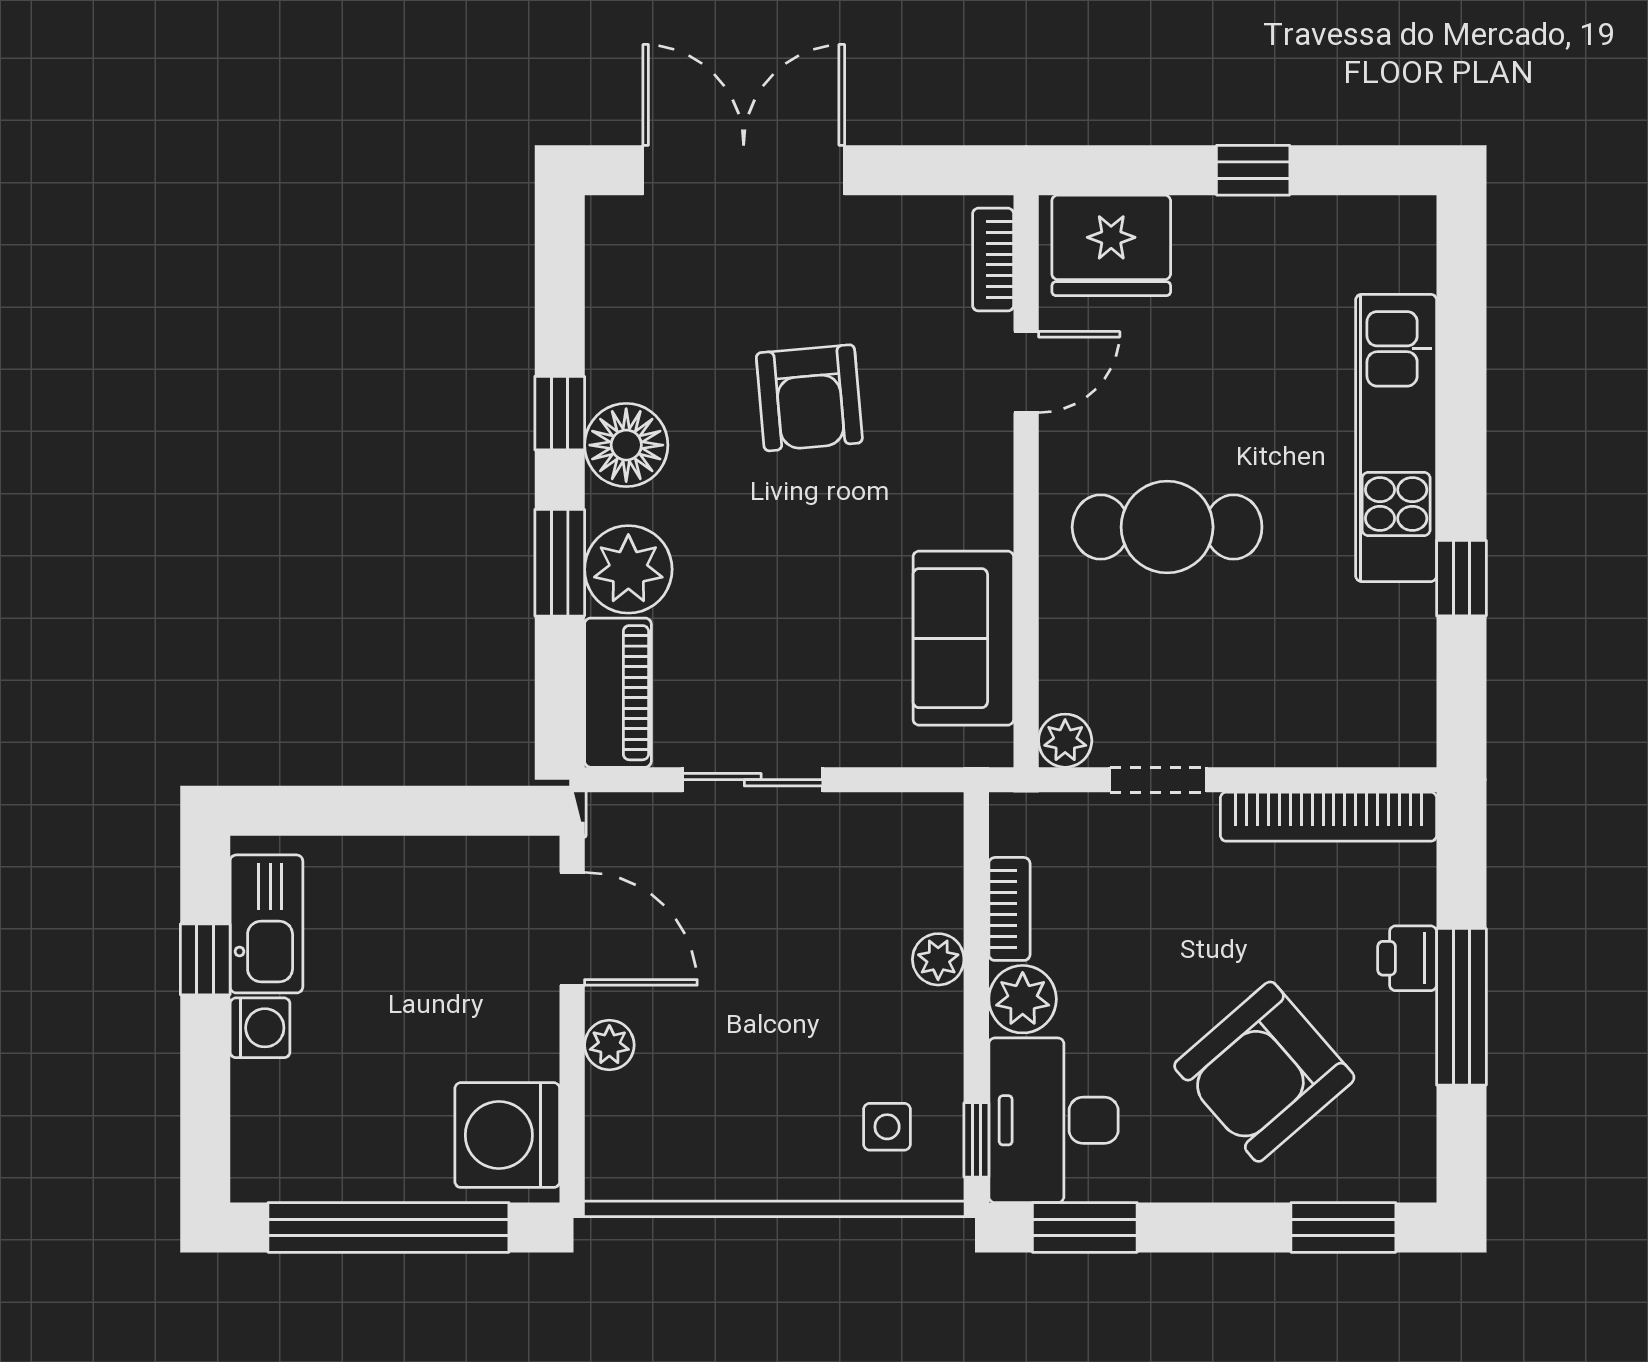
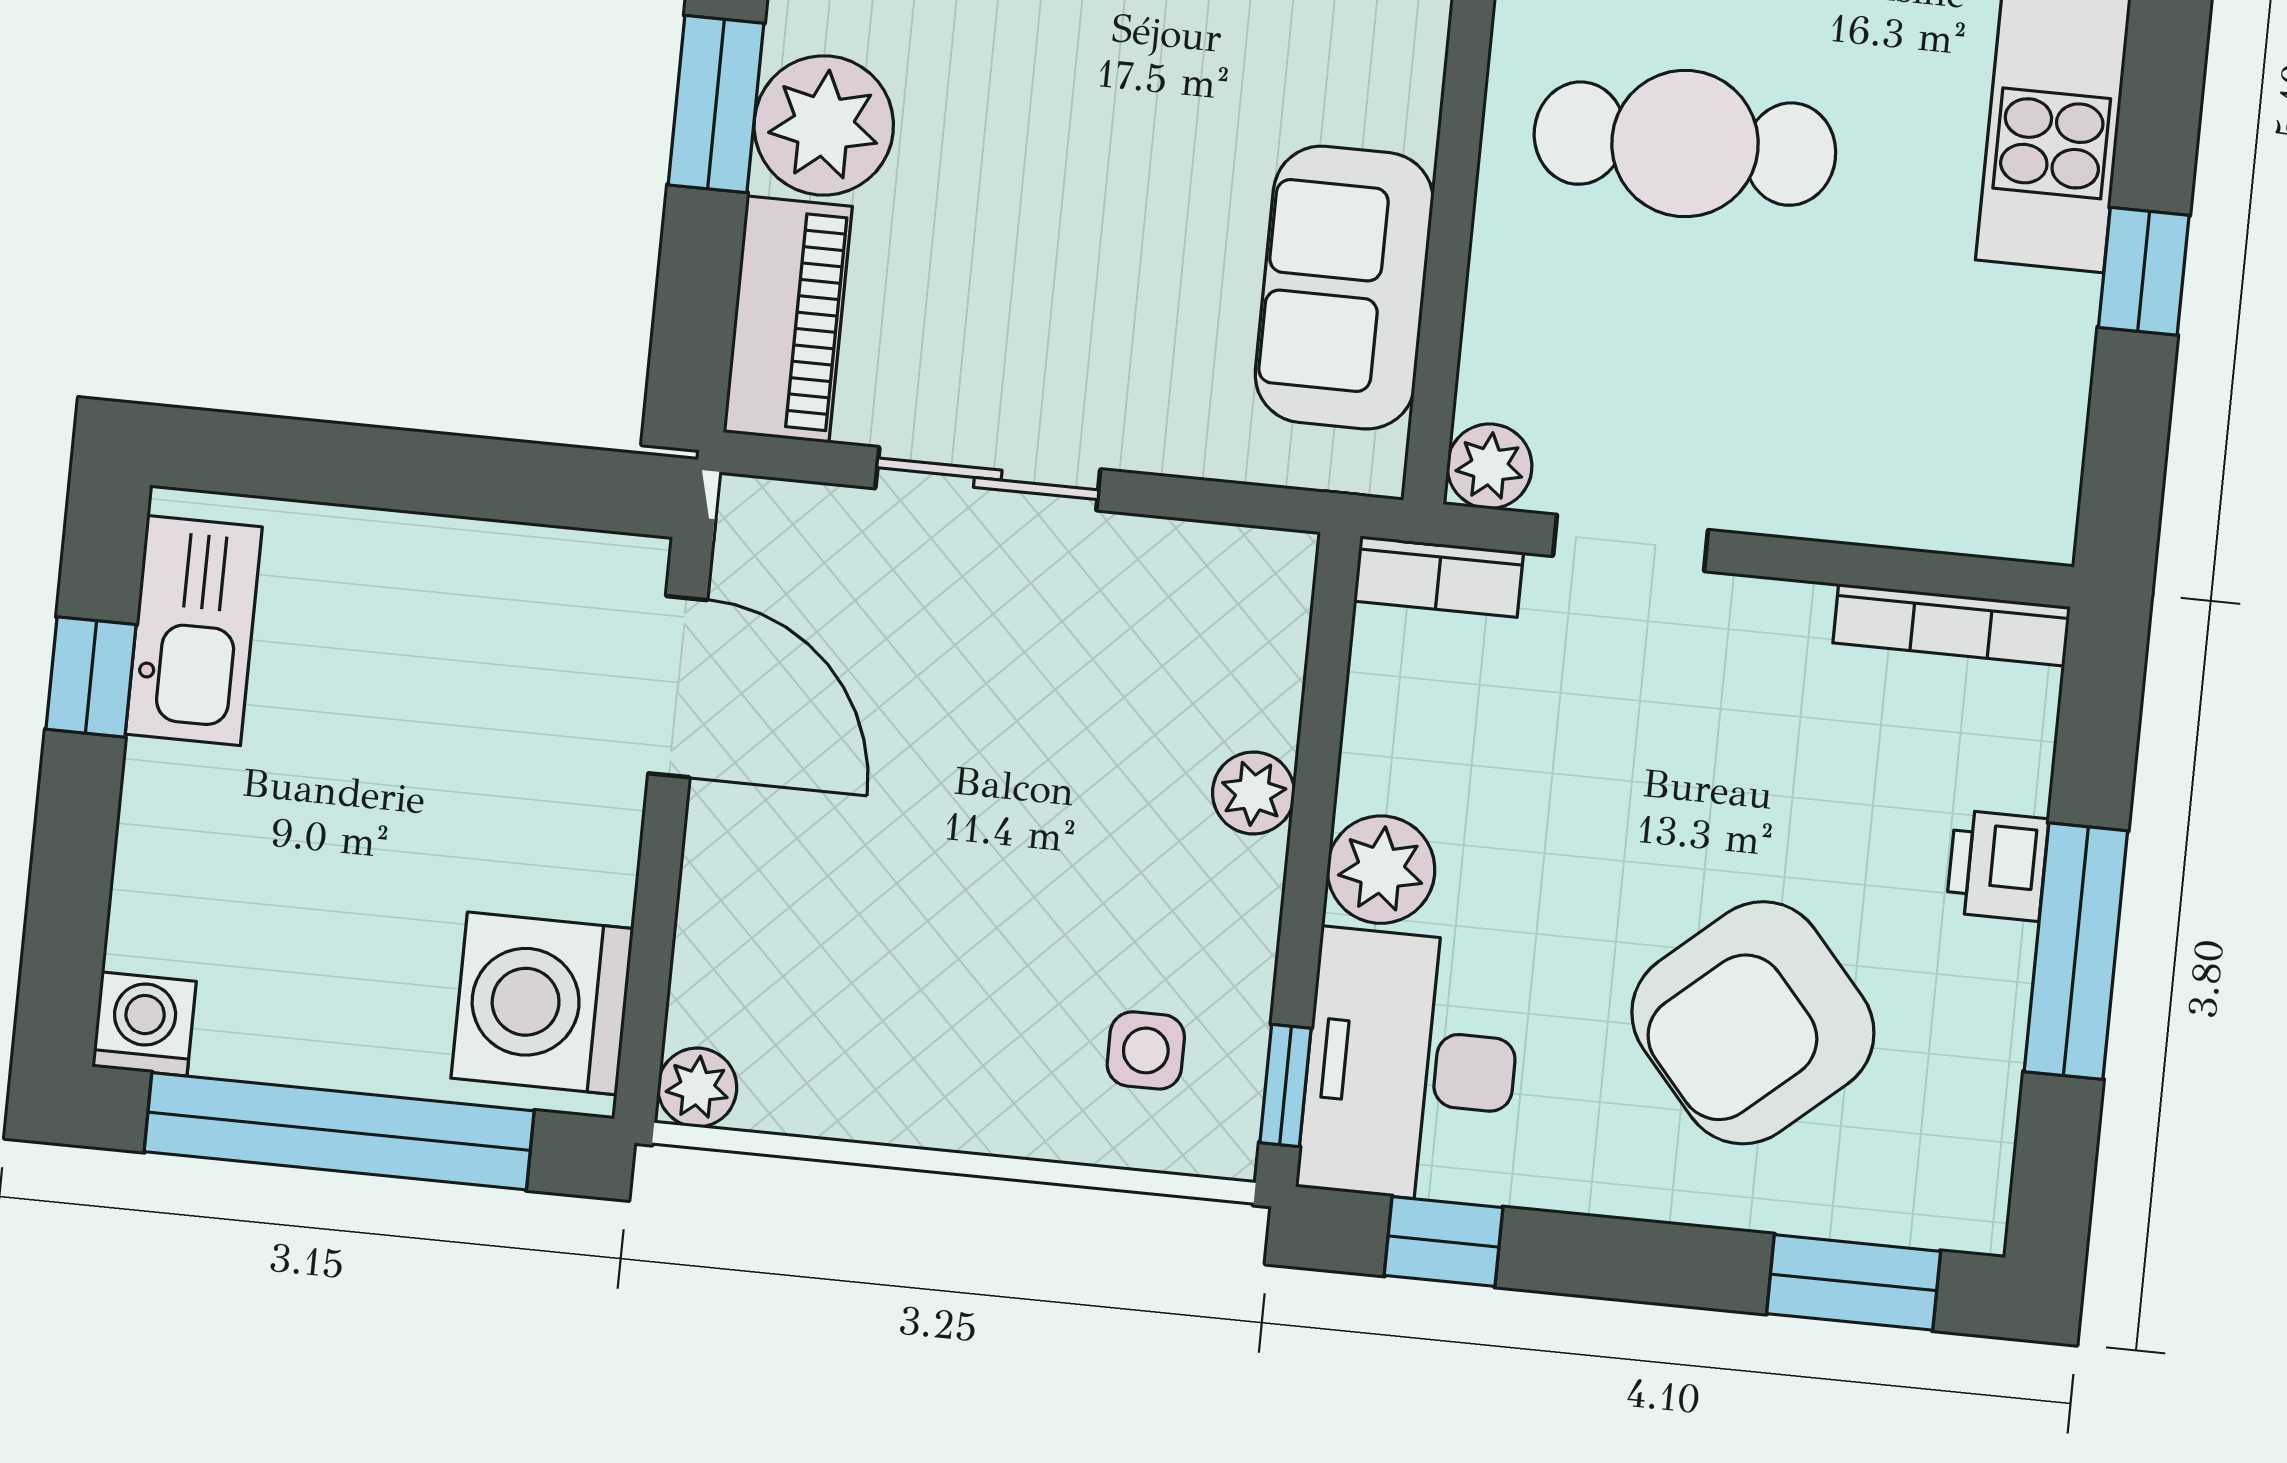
bookcase: (1328, 817) -> (1952, 625), width x0.68, depth x0.76
bookcase: (1009, 909) -> (1439, 577), moved, turned 90
washing machine: (260, 1028) -> (144, 1024), moved, turned -90
plant: (609, 1045) -> (697, 1087), moved
window: (1085, 1227) -> (1443, 1241), width x0.67

